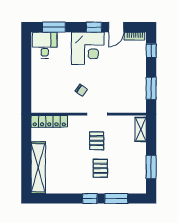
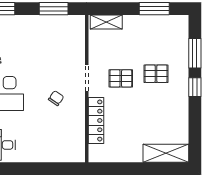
locker: (49, 121) -> (96, 120), moved
shelving: (38, 168) -> (166, 153), width x0.68

